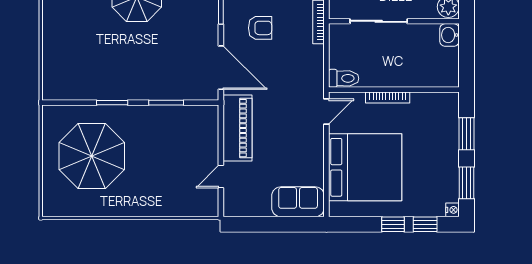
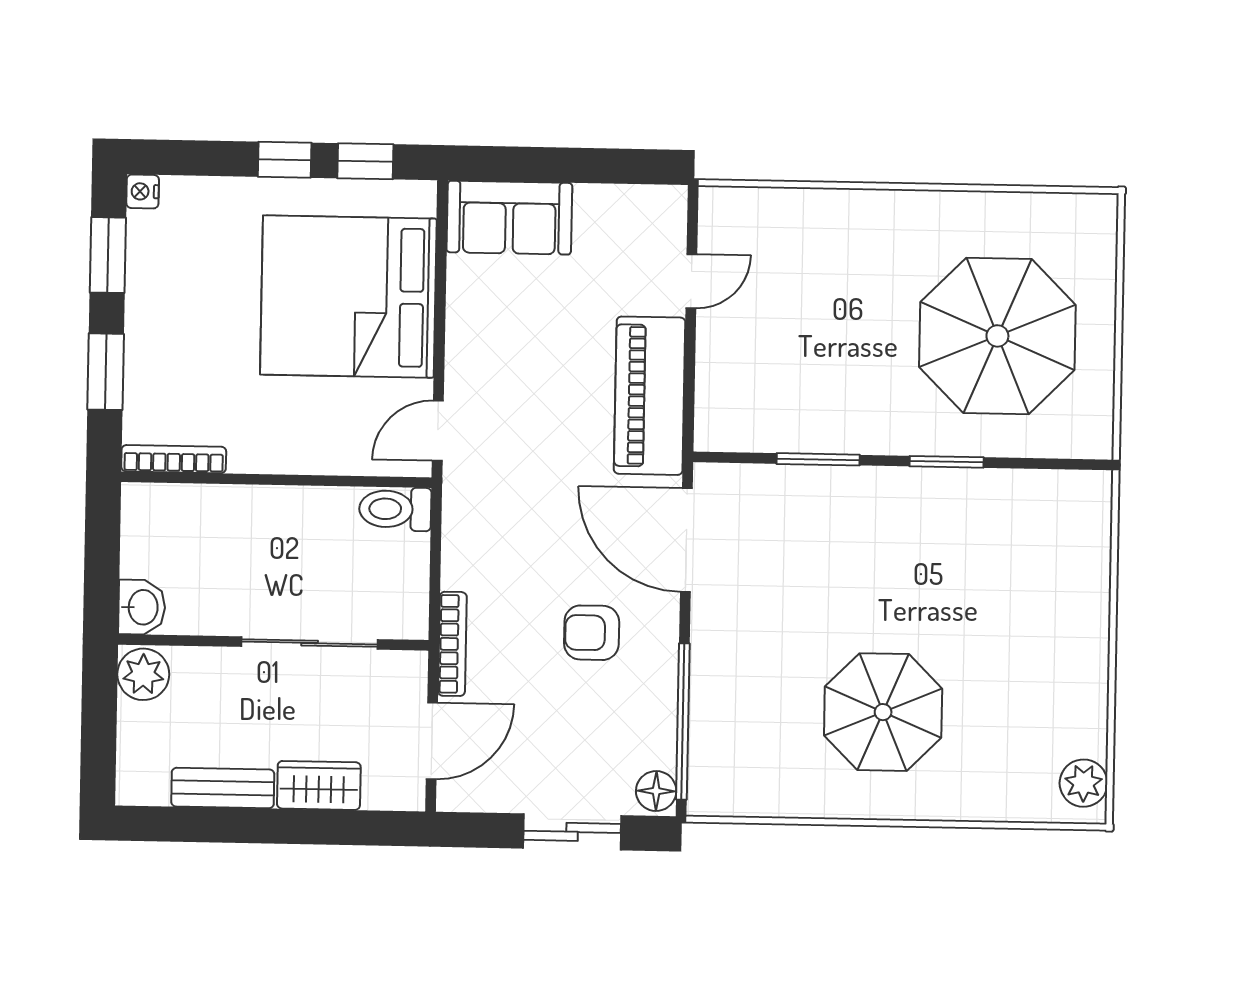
bookcase: (388, 98) -> (174, 459), moved
window: (425, 224) -> (365, 161), moved

